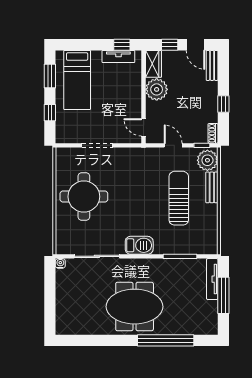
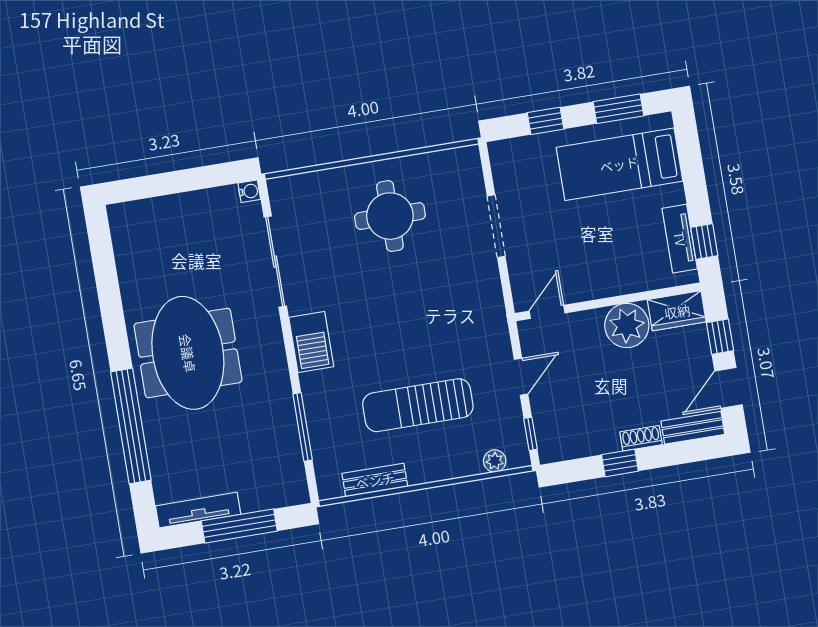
shoe rack: (213, 133) -> (641, 438), moved
plant: (207, 160) -> (495, 461), width x0.53, depth x0.53
bench: (212, 187) -> (375, 480), moved
round table: (84, 197) -> (390, 216), width x0.73, depth x0.73
sun lounger: (179, 198) -> (418, 405), turned 180
tv unit: (212, 279) -> (198, 510), moved

